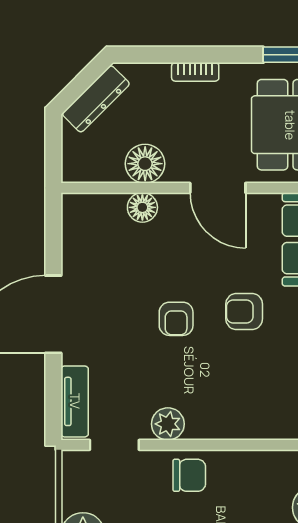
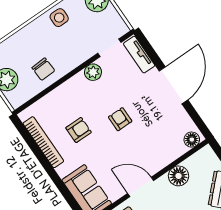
floor lamp: (142, 207) -> (192, 140), moved
armchair: (244, 311) -> (79, 130), moved
chair: (189, 475) -> (43, 69), moved, turned -93

